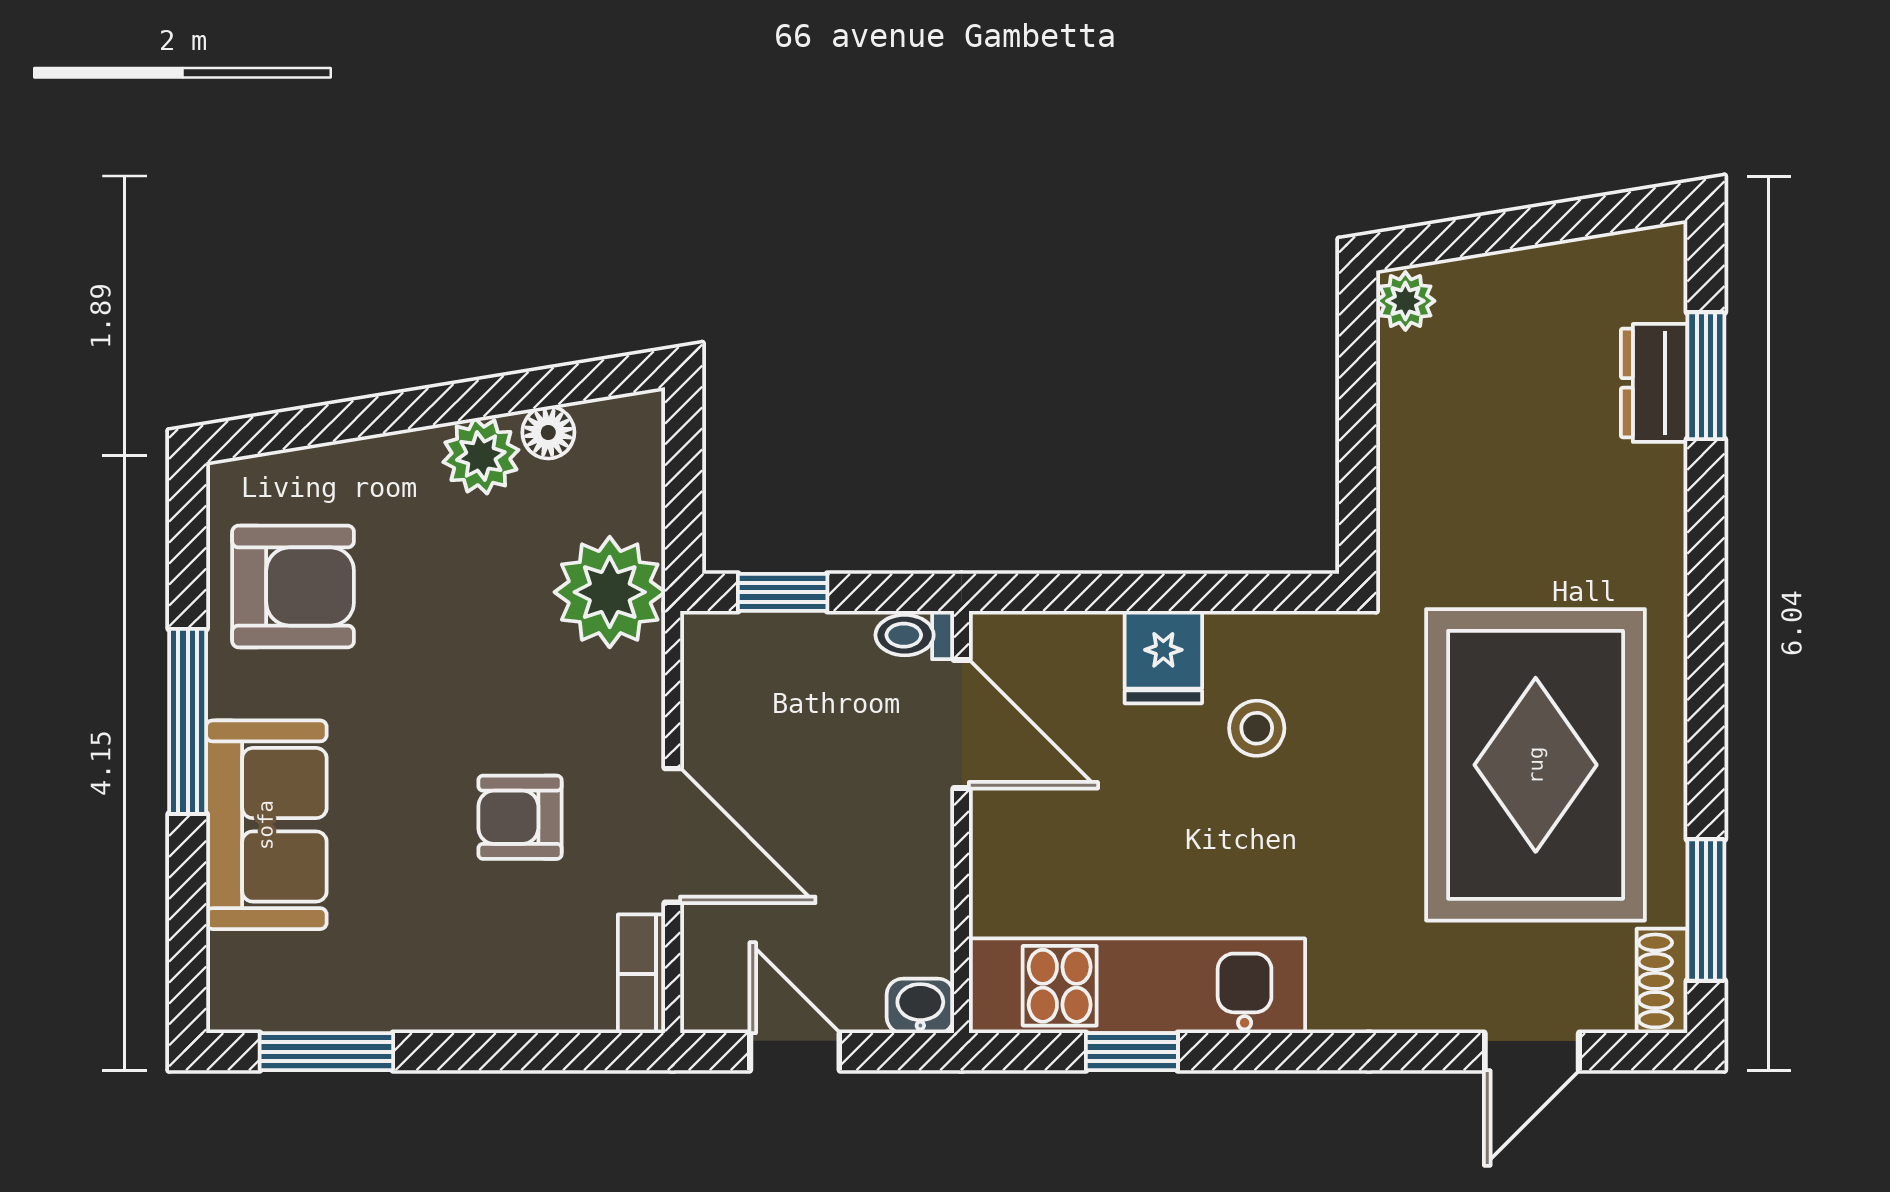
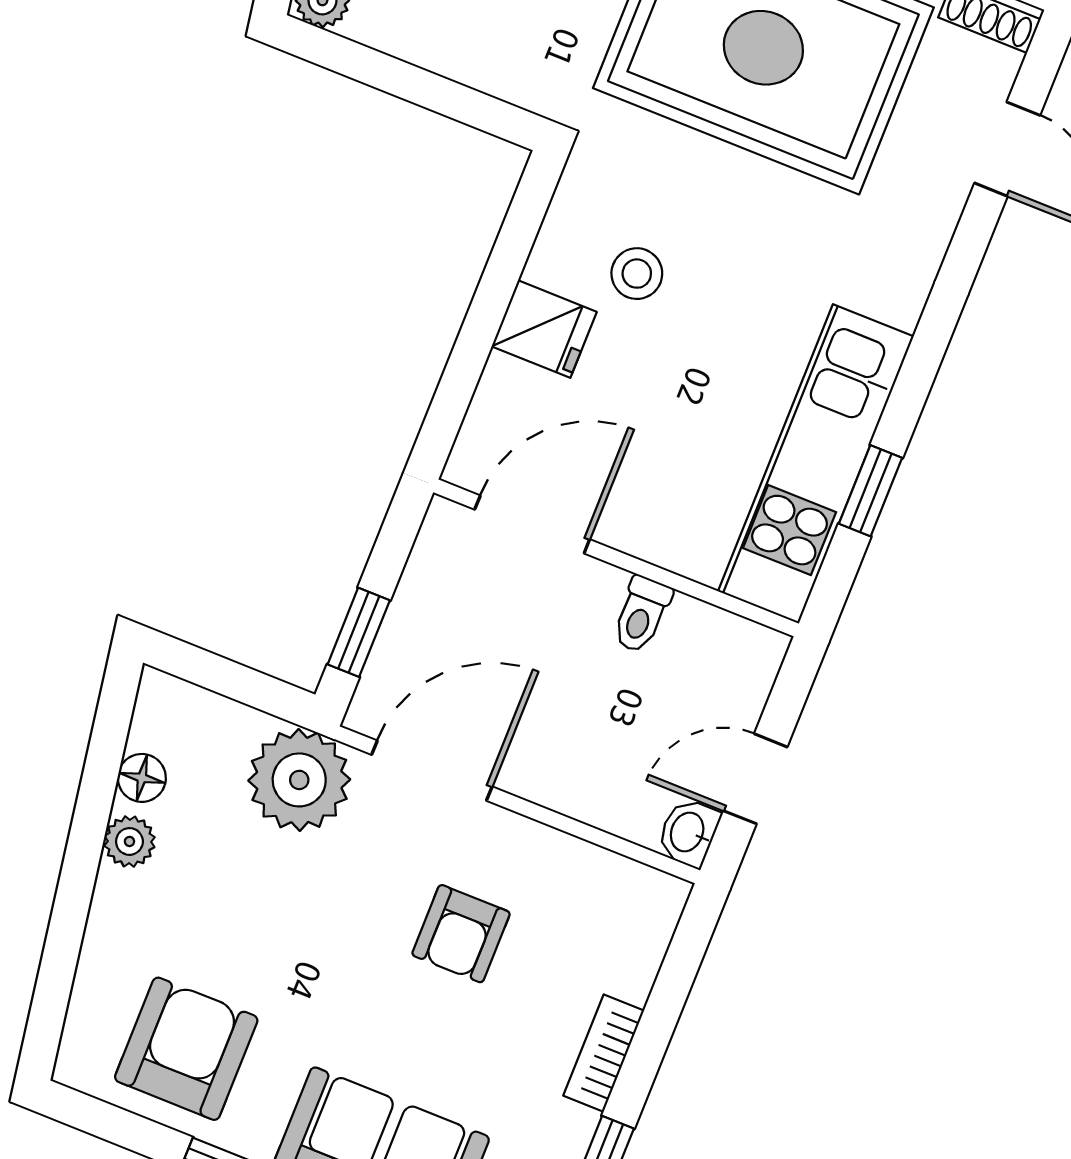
plant: (481, 456) -> (129, 841), width x0.73, depth x0.73
toilet: (915, 635) -> (641, 614), moved
door: (673, 835) -> (432, 771), moved
bookcase: (641, 974) -> (604, 1053), moved, turned 90
washbasin: (920, 1006) -> (688, 833), moved

